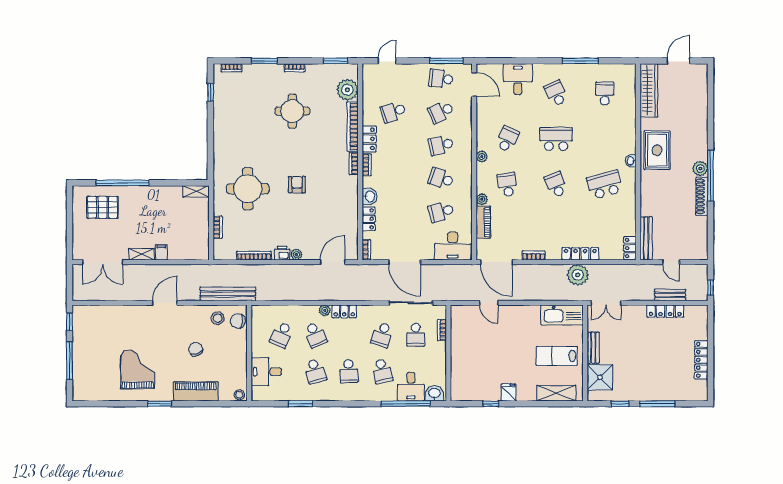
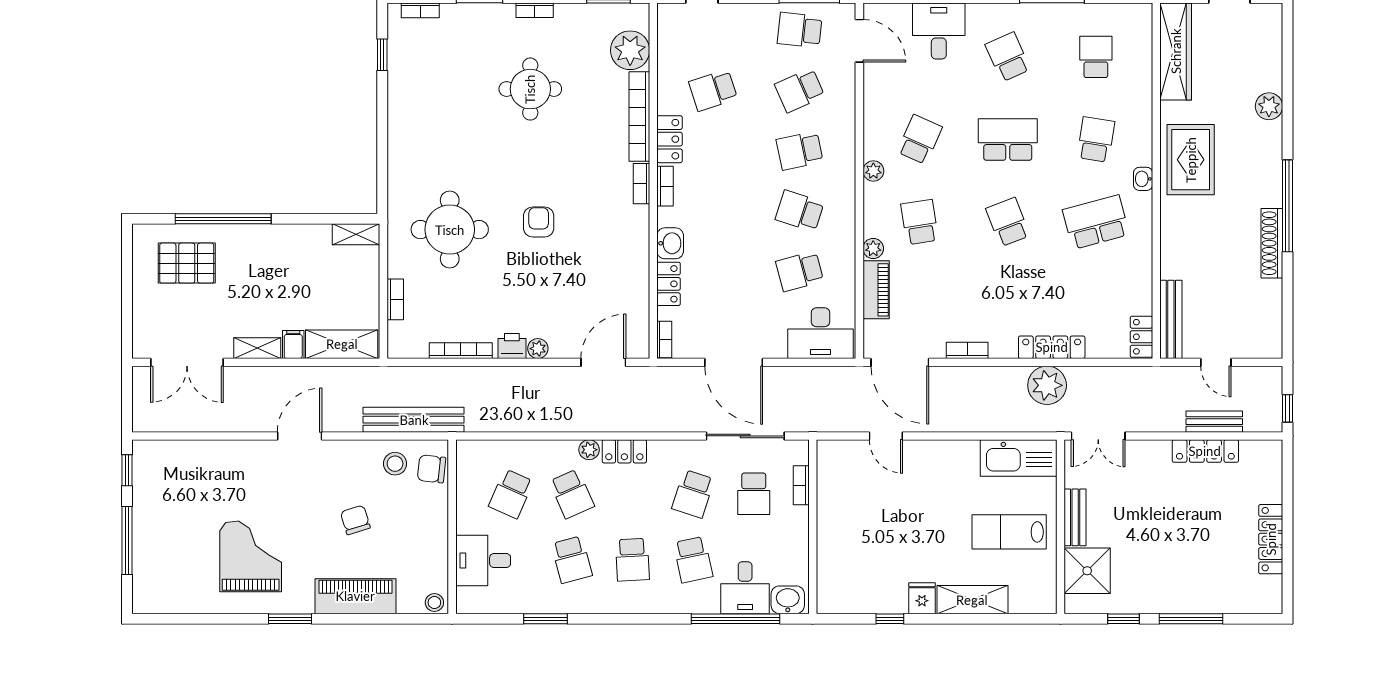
school desk: (605, 139) -> (1096, 139), added
plant: (700, 169) -> (1269, 106), moved
shelving: (188, 252) -> (342, 344), added
shelving: (556, 393) -> (972, 600), moved

